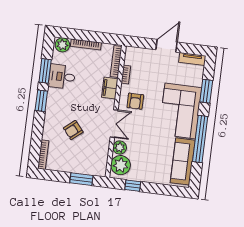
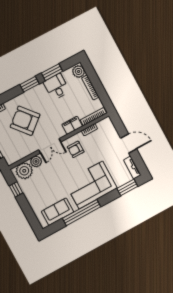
window: (206, 91) -> (127, 187), moved
armchair: (73, 130) -> (25, 121), width x1.88, depth x1.88
sofa: (183, 161) -> (58, 212), width x0.73

